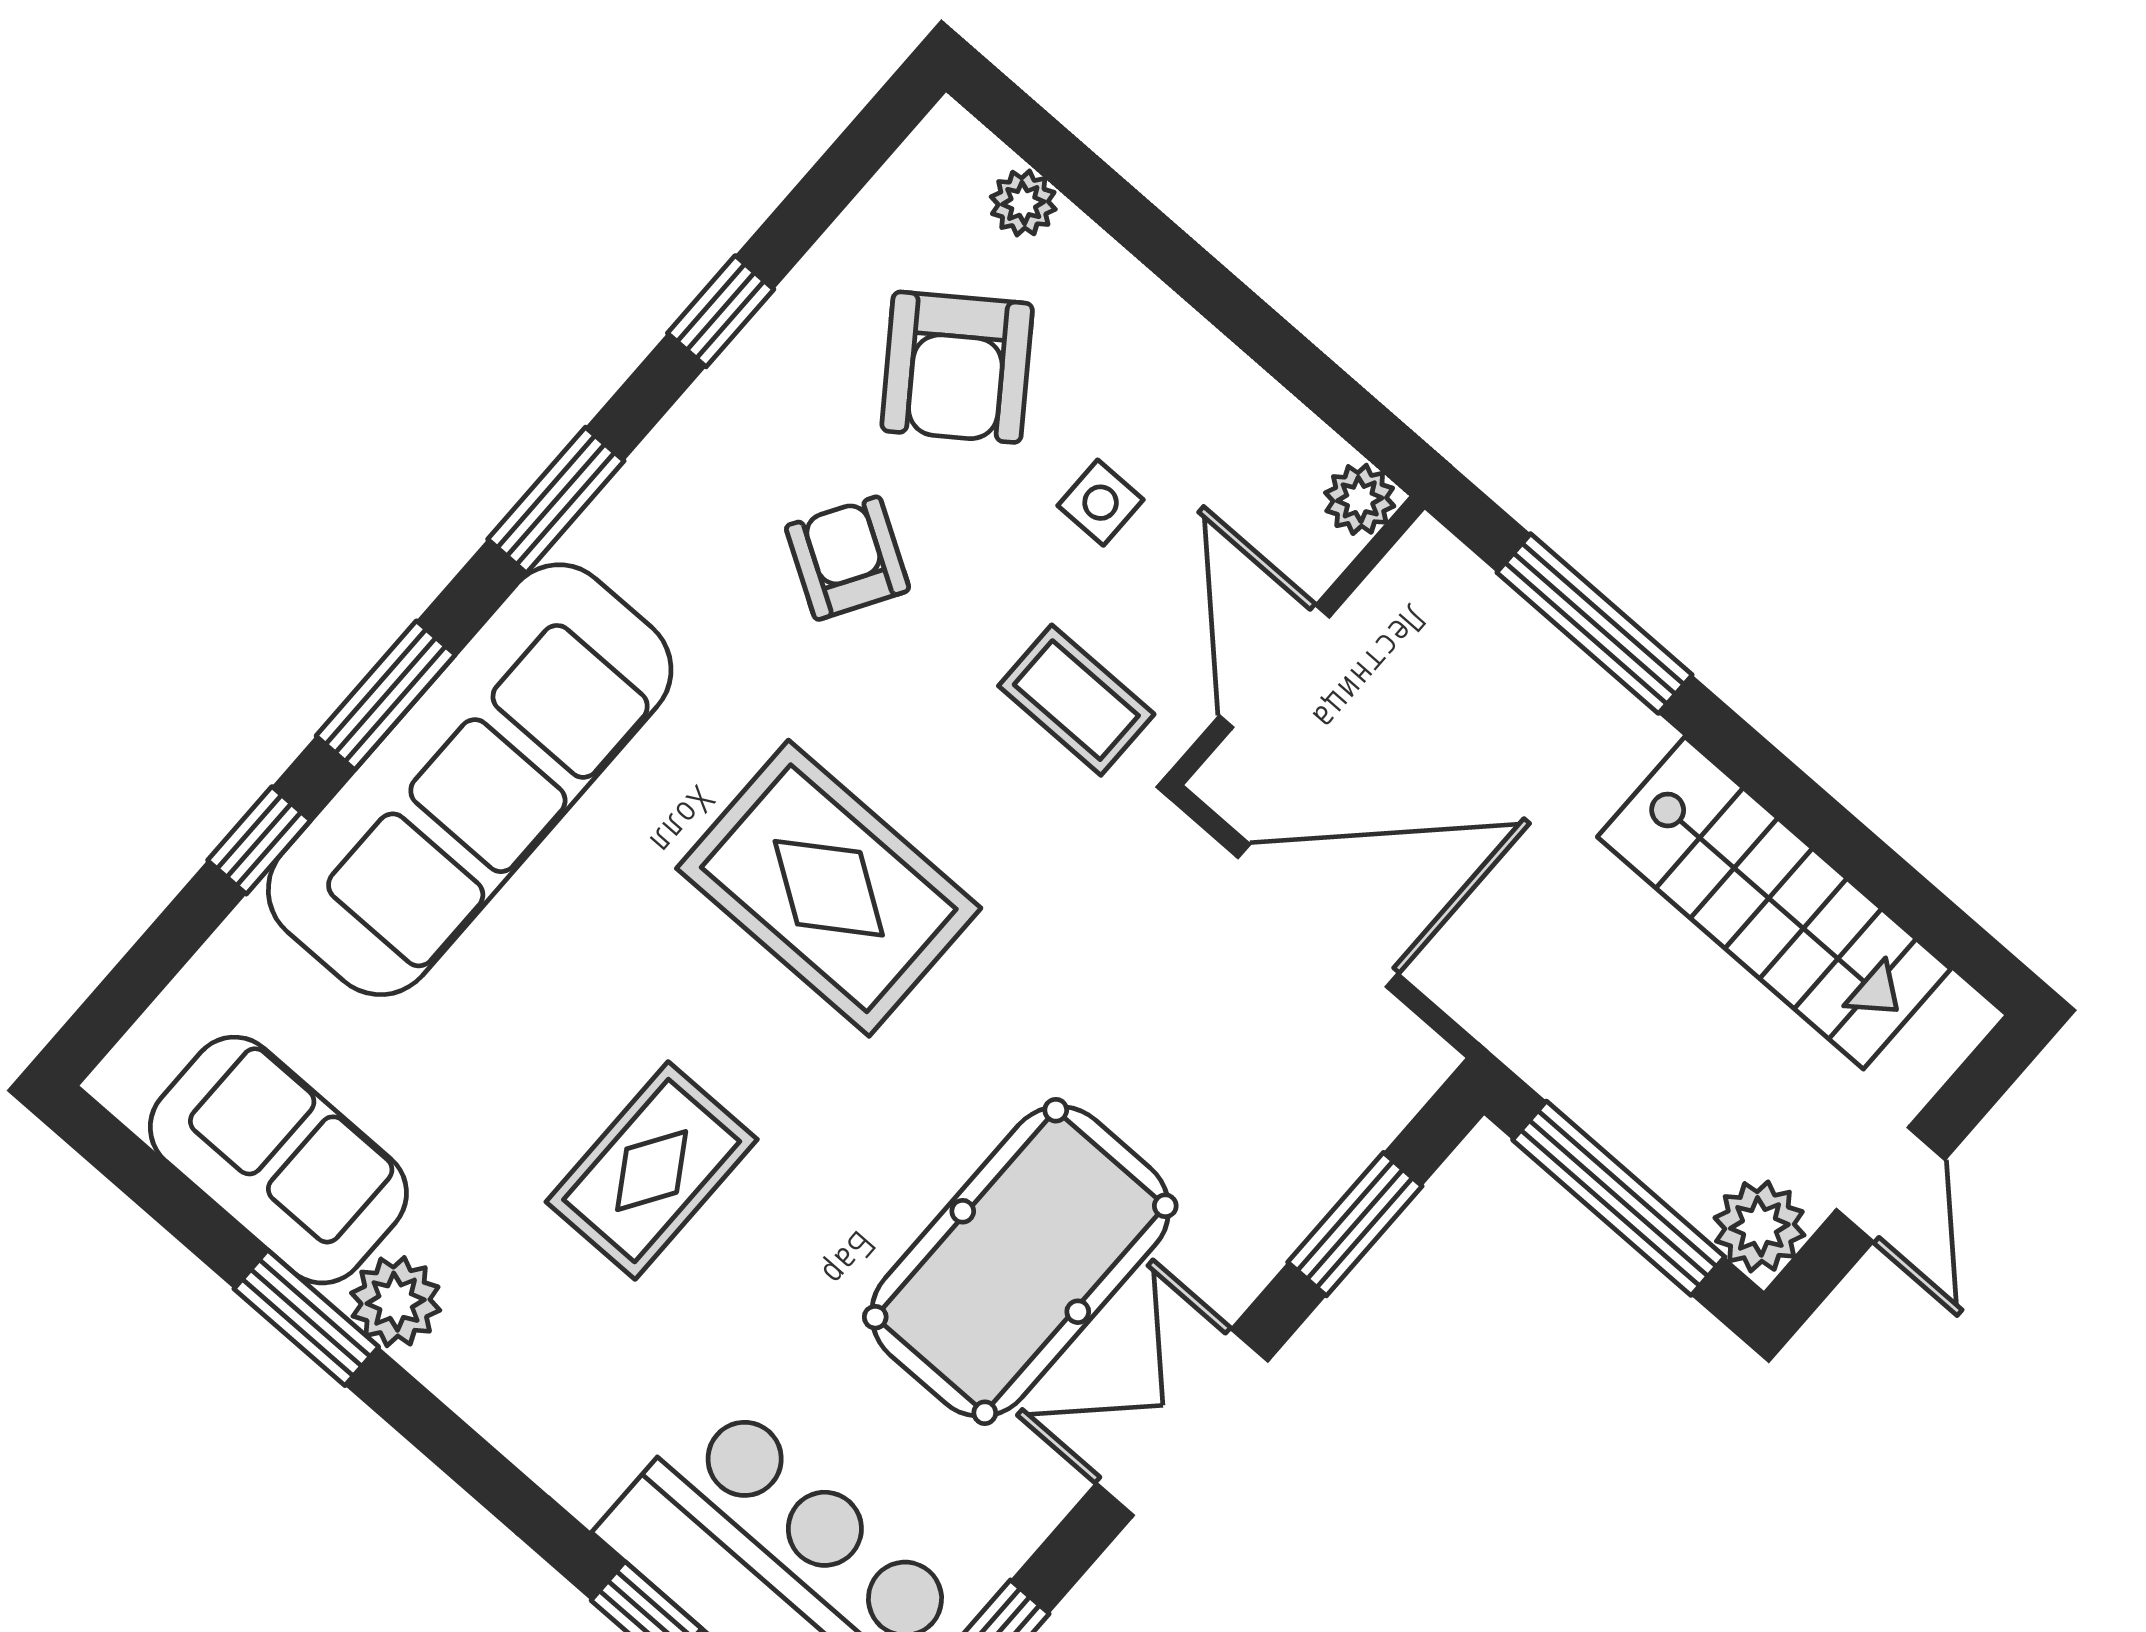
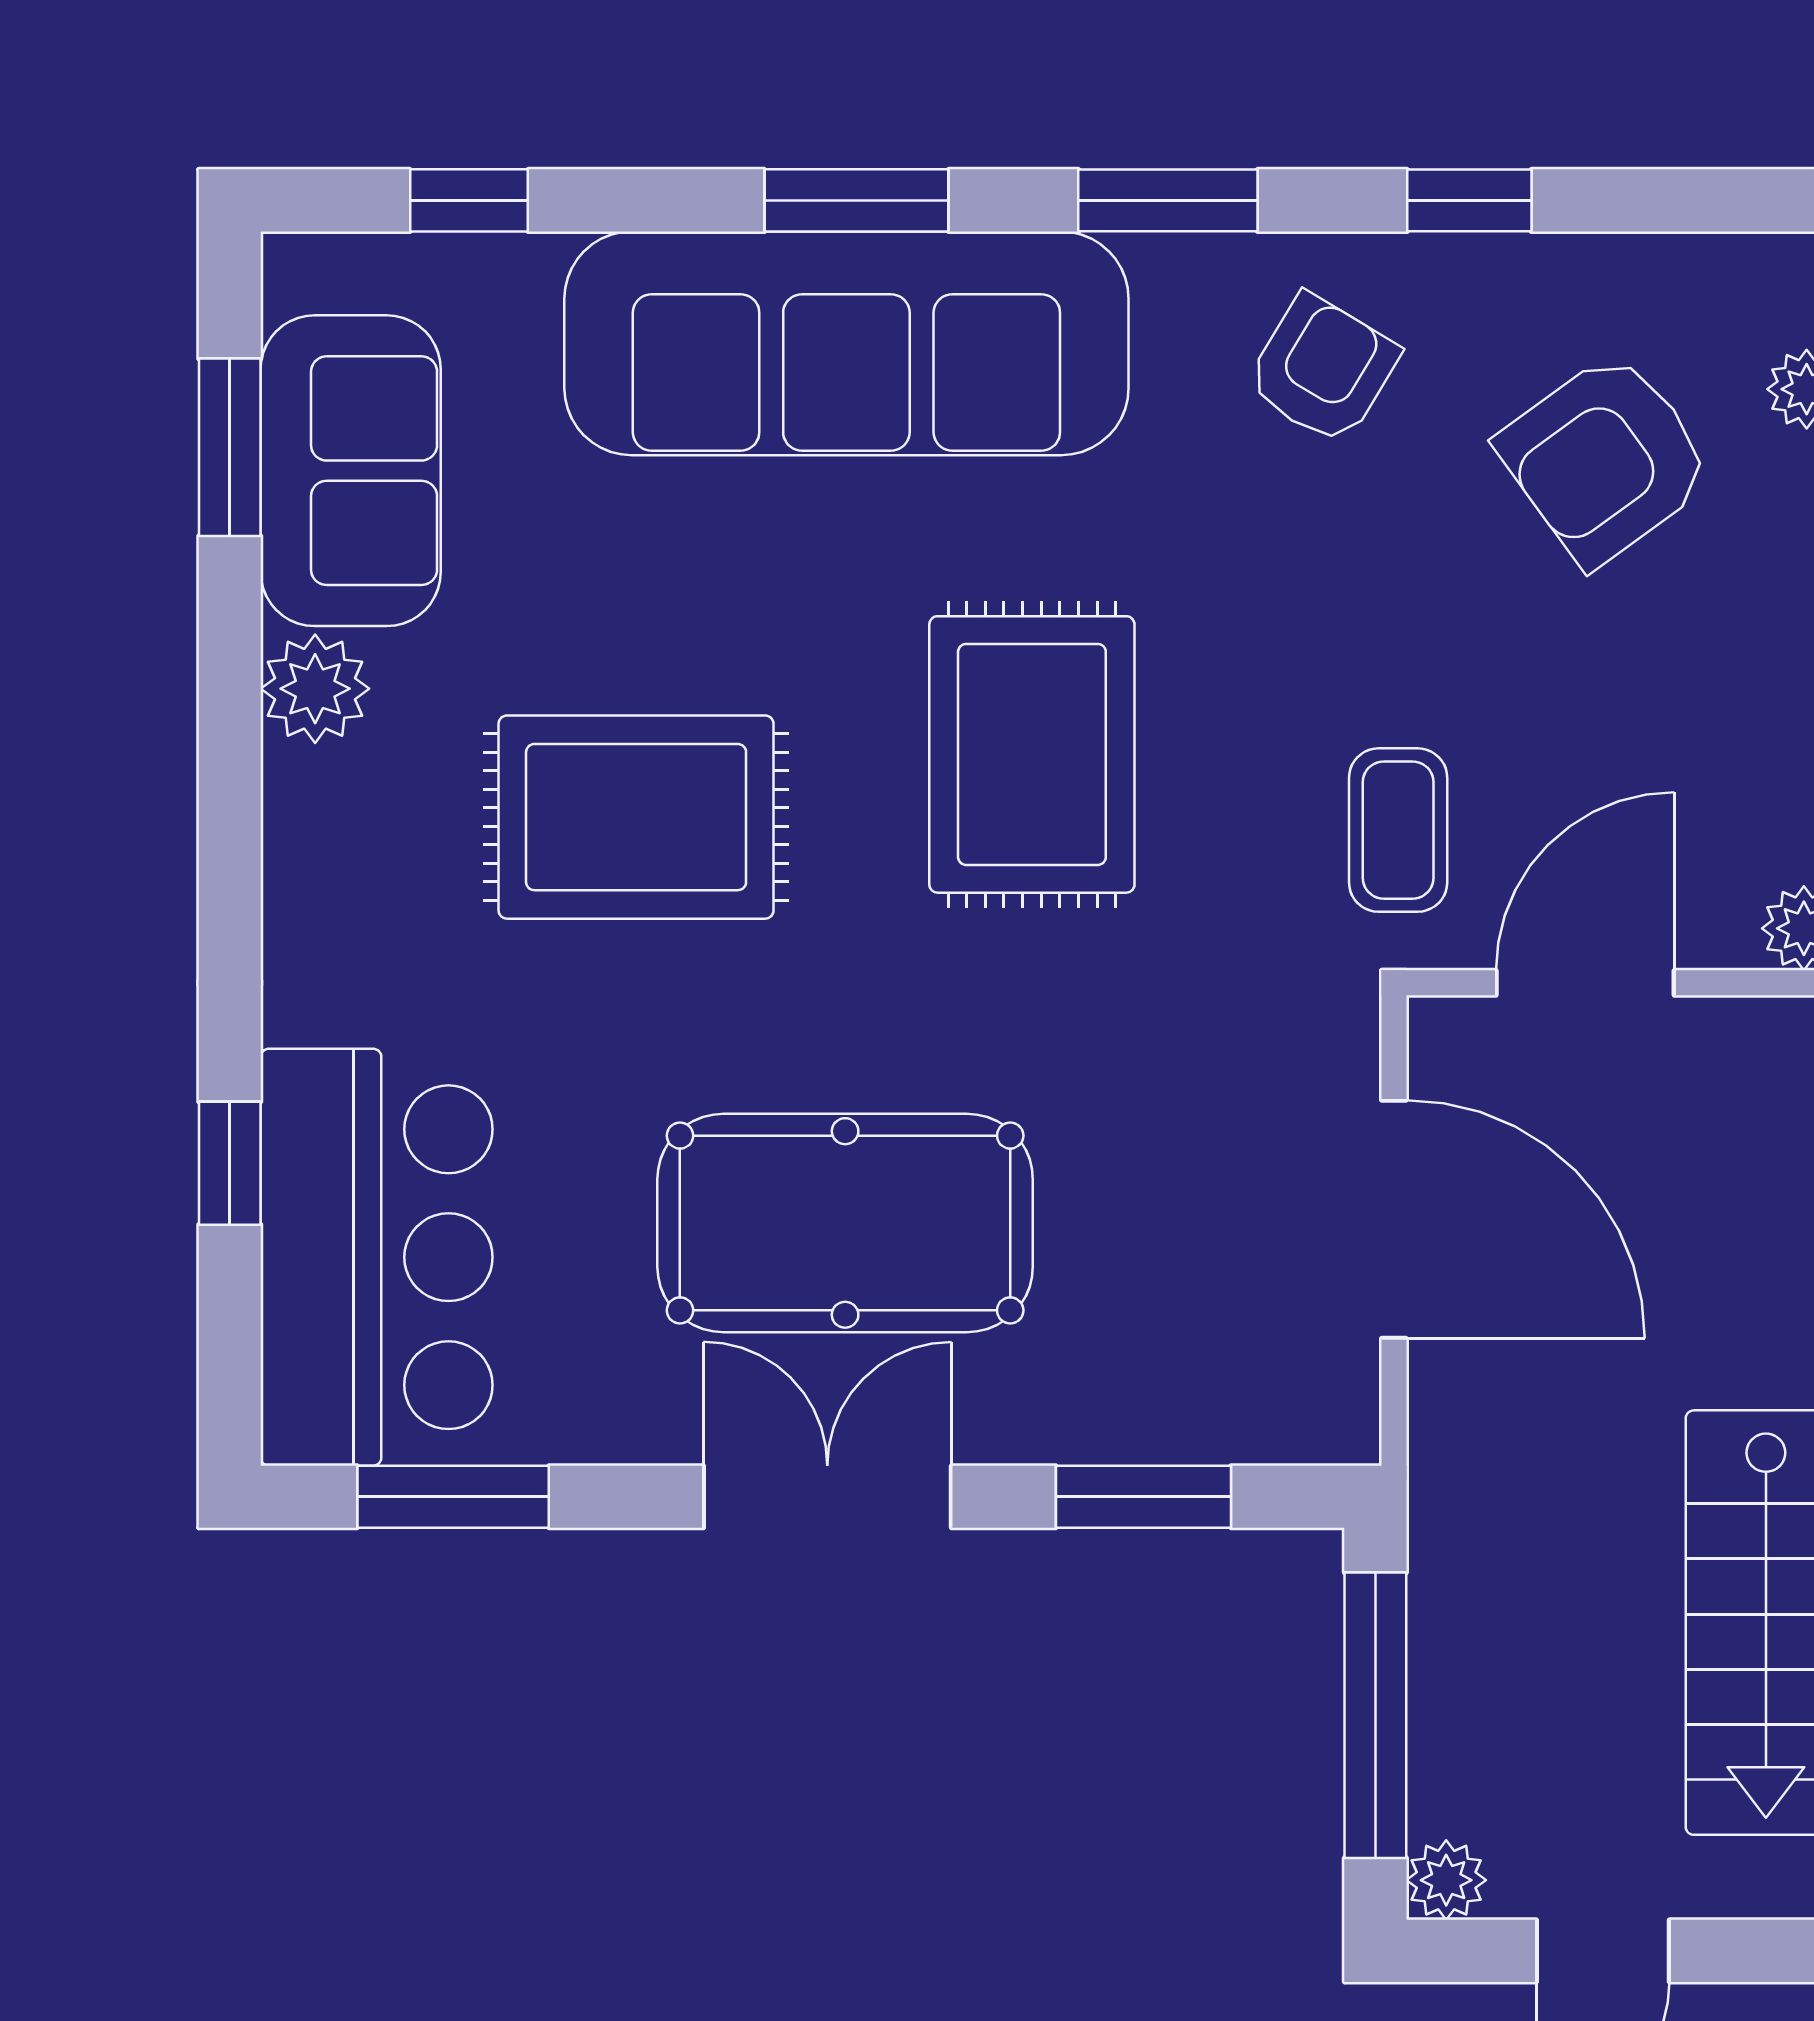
side table: (1101, 503) -> (1596, 696), removed
armchair: (848, 558) -> (1323, 369), moved
window: (259, 840) -> (469, 200), moved
rug: (652, 1171) -> (636, 817), width x1.36, depth x1.43
plant: (1759, 1226) -> (1446, 1880), width x0.73, depth x0.73
window: (306, 1318) -> (230, 447), moved

